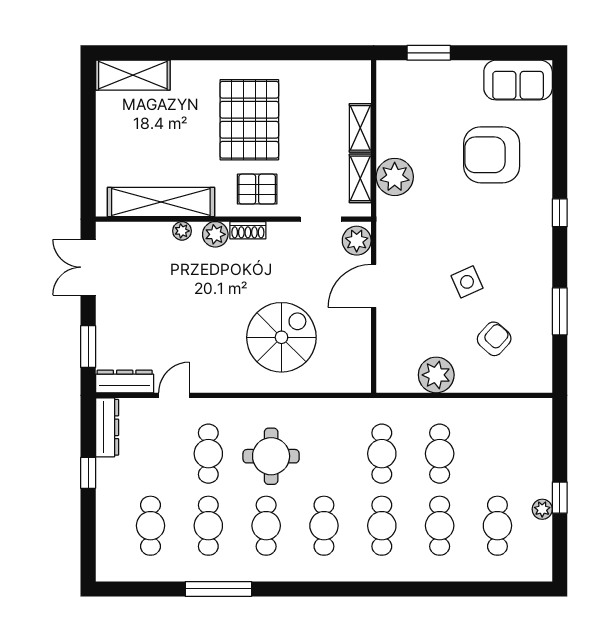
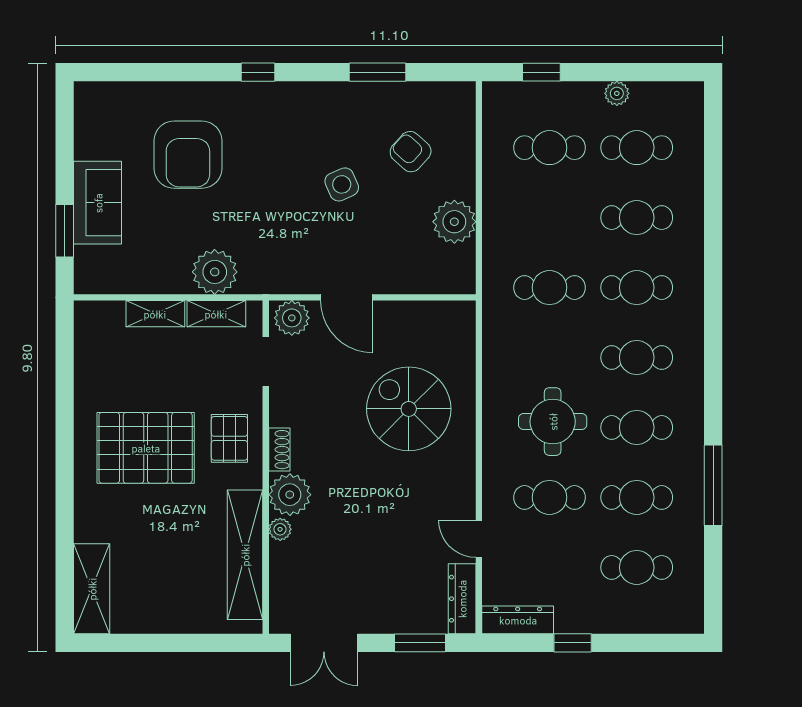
sofa: (518, 80) -> (98, 203), moved
plant: (215, 234) -> (290, 495), width x1.36, depth x1.36
cafe table: (440, 454) -> (550, 148), moved
window: (560, 498) -> (541, 72), moved

